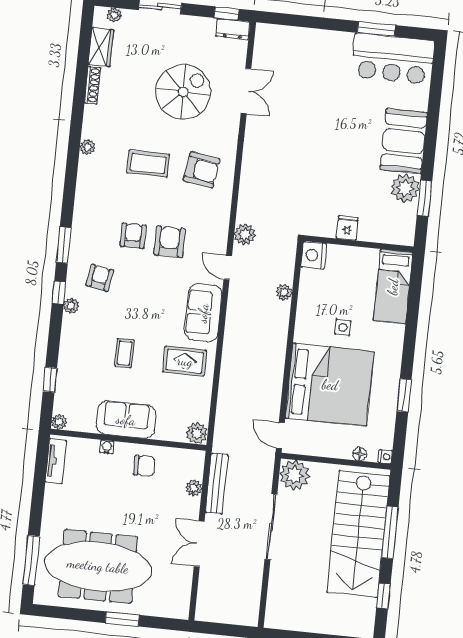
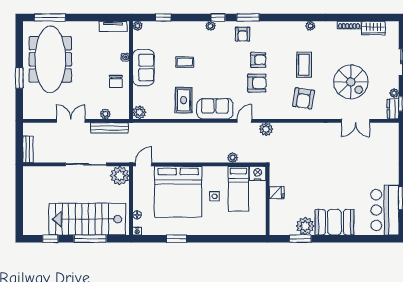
plant: (114, 15) -> (394, 93), moved
armchair: (100, 278) -> (243, 34), moved, turned 80
bed: (393, 287) -> (238, 189), moved, turned -90
bench: (237, 617) -> (28, 149), added

